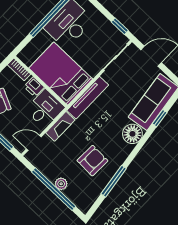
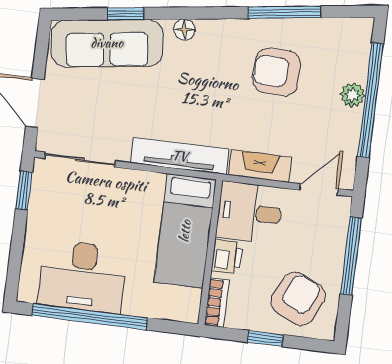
bed: (61, 74) -> (185, 231), width x0.67
floor lamp: (132, 134) -> (184, 30), width x0.53, depth x0.53
door: (34, 143) -> (319, 189), swing flipped

